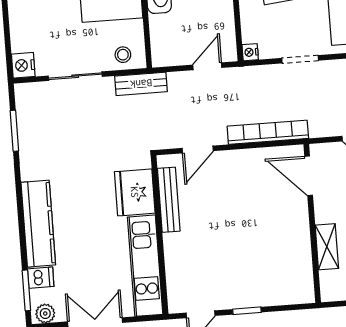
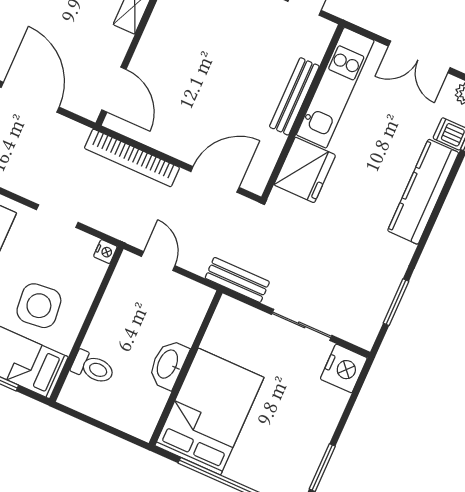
stool: (123, 55) -> (240, 321), removed
nightstand: (23, 65) -> (344, 368), width x1.36, depth x1.33
door: (207, 66) -> (158, 261), swing flipped
door: (198, 149) -> (215, 179), width x1.38
bench: (169, 200) -> (294, 96), moved

